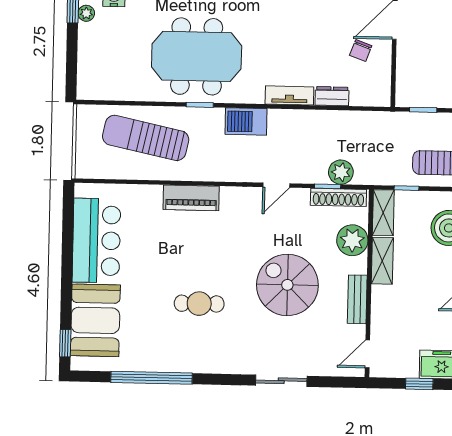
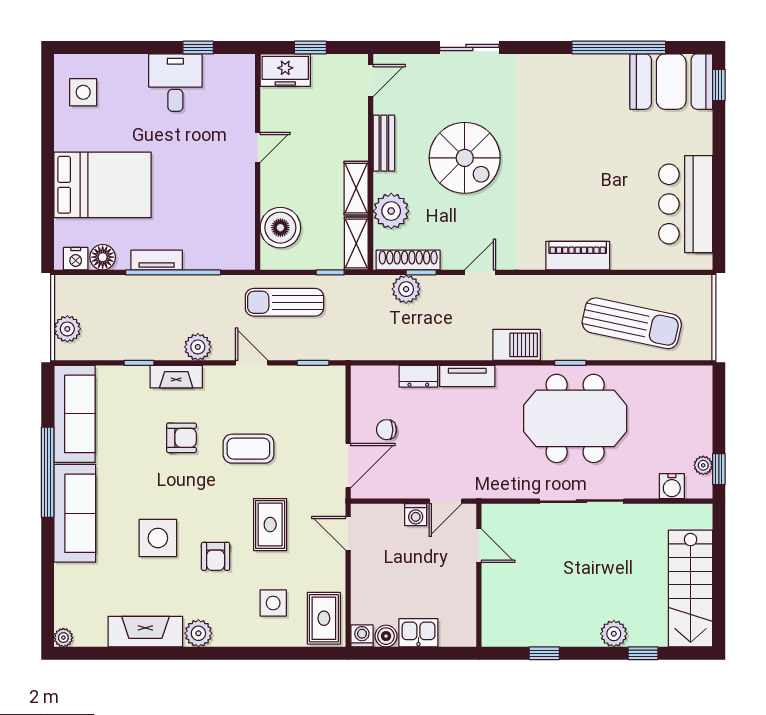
chair: (361, 51) -> (386, 430), turned -110
cafe table: (199, 304) -> (566, 134), removed
booth: (95, 320) -> (671, 82), moved, turned 90

